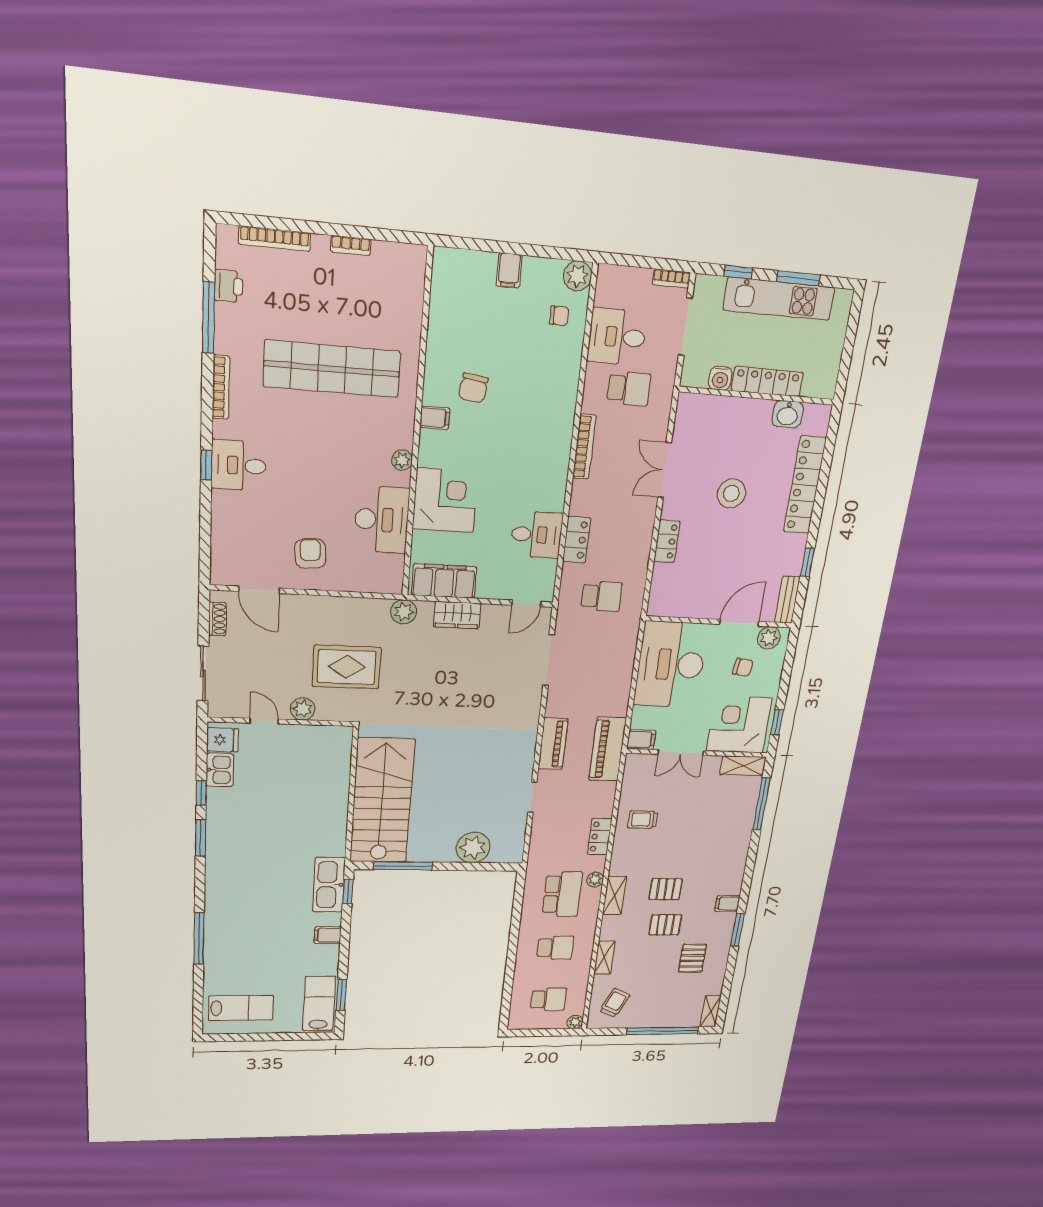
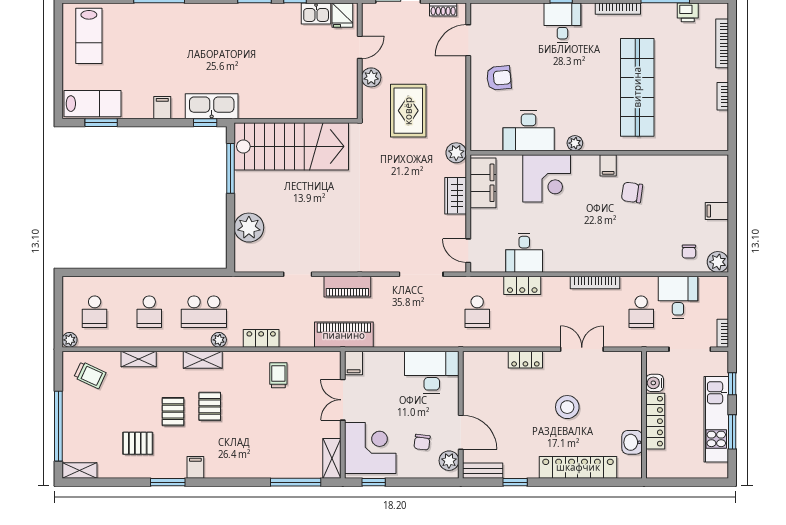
desk: (671, 664) -> (432, 372), width x0.73, depth x0.77

